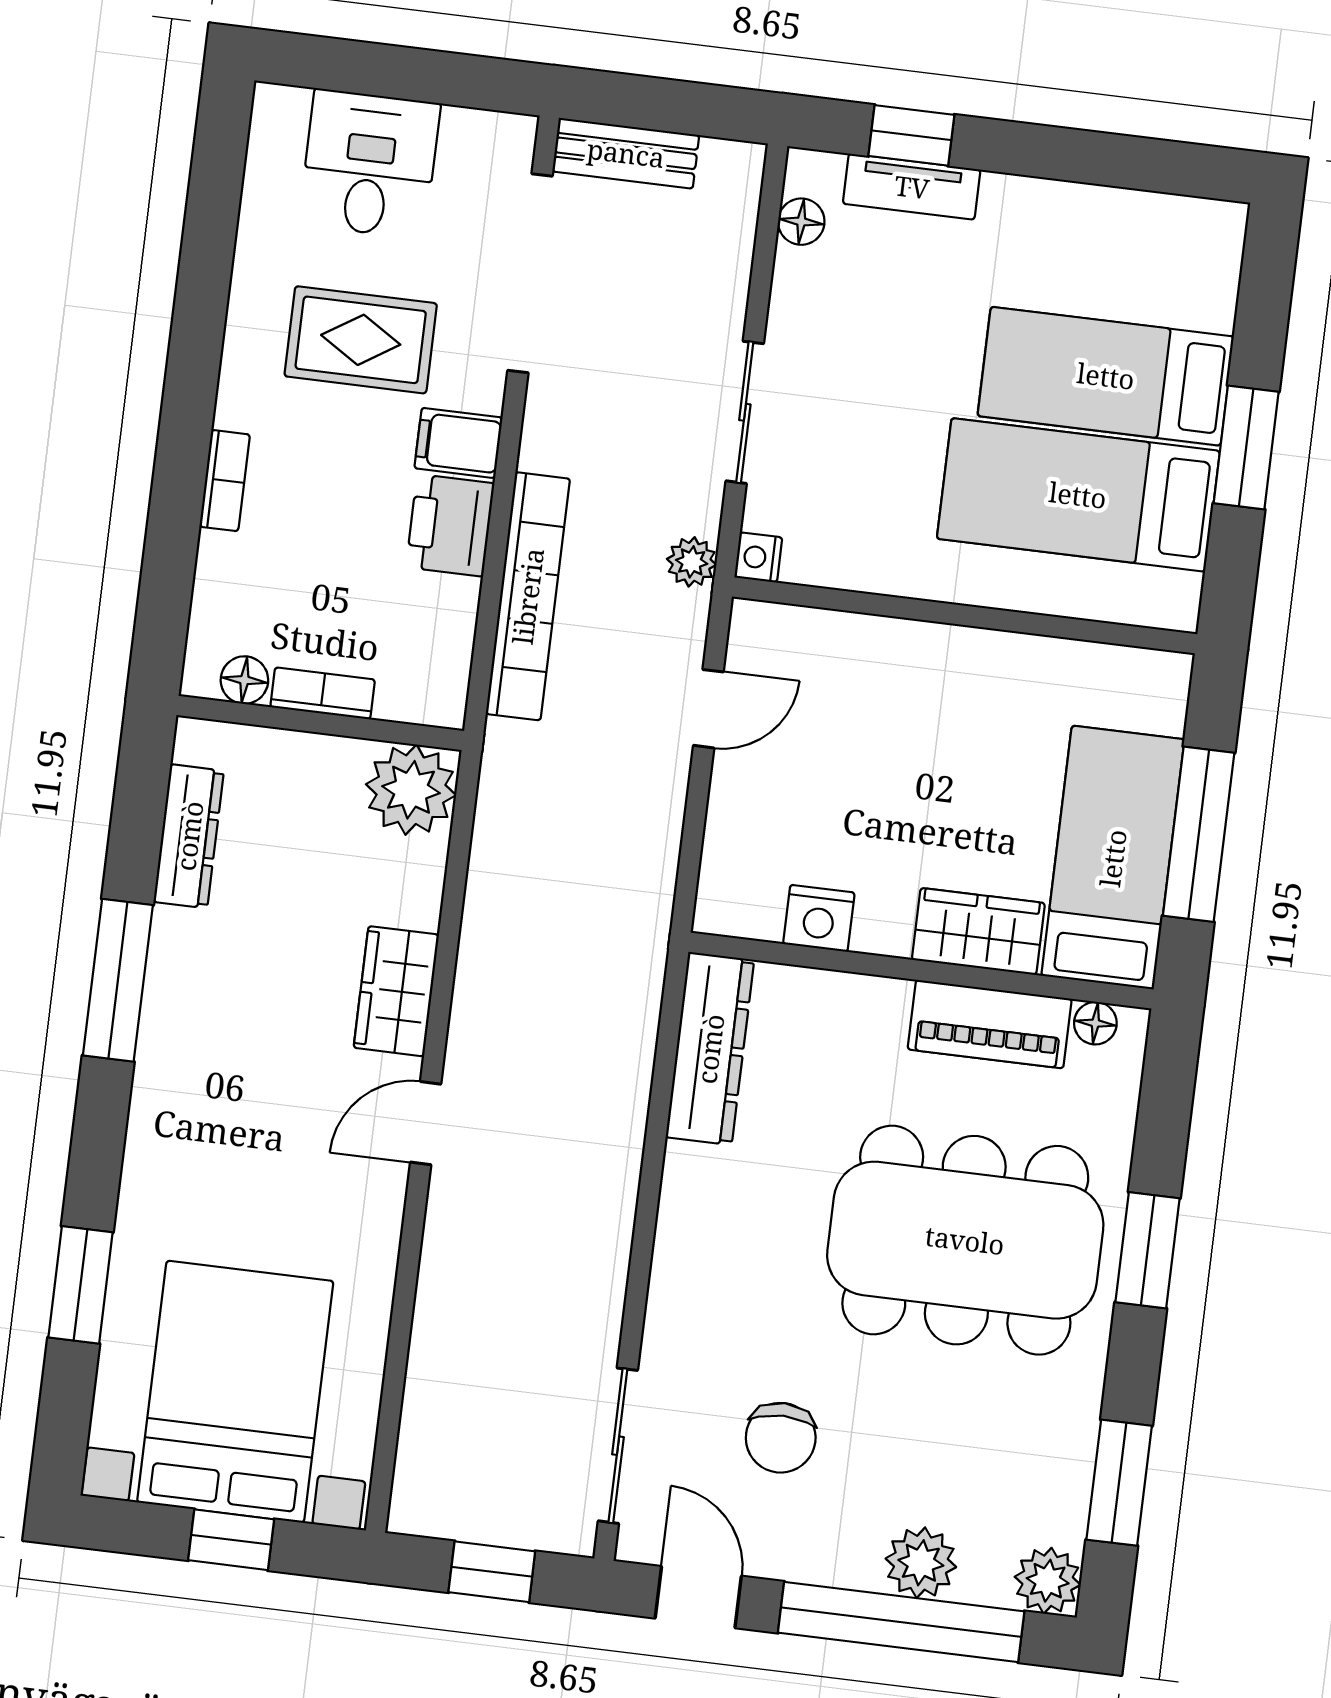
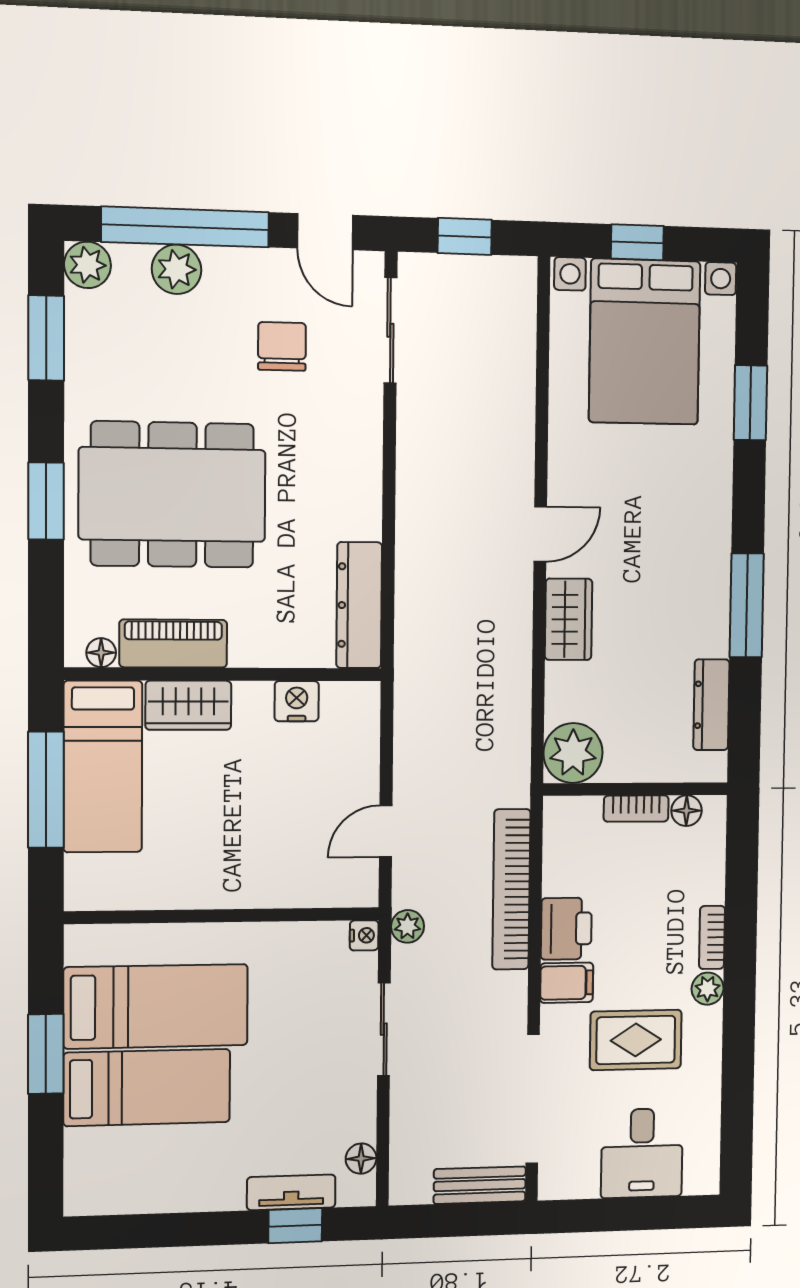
plant: (240, 403) -> (708, 989), added

